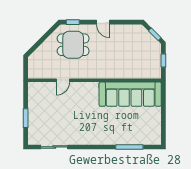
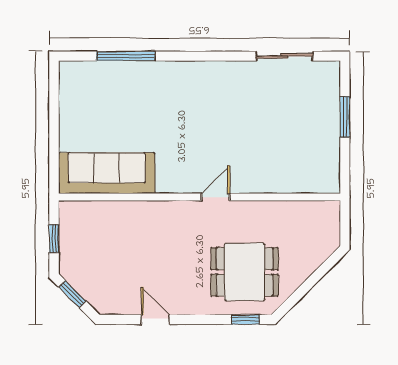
door: (103, 22) -> (155, 320), moved
door: (63, 80) -> (216, 197), moved
sofa: (130, 94) -> (107, 173), width x0.74, depth x0.79

